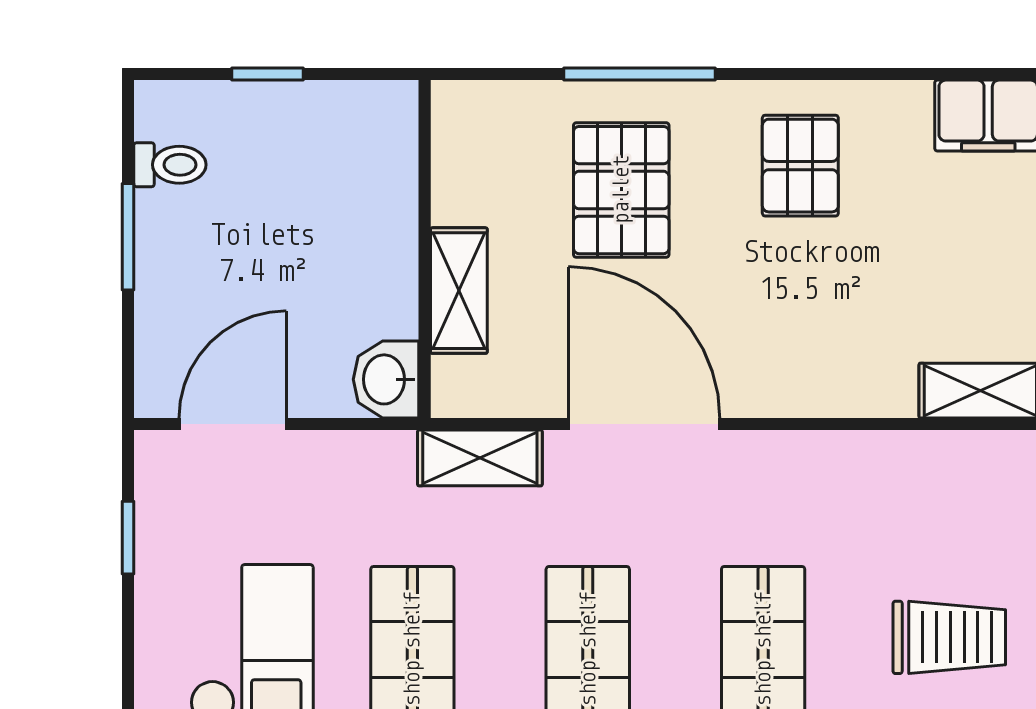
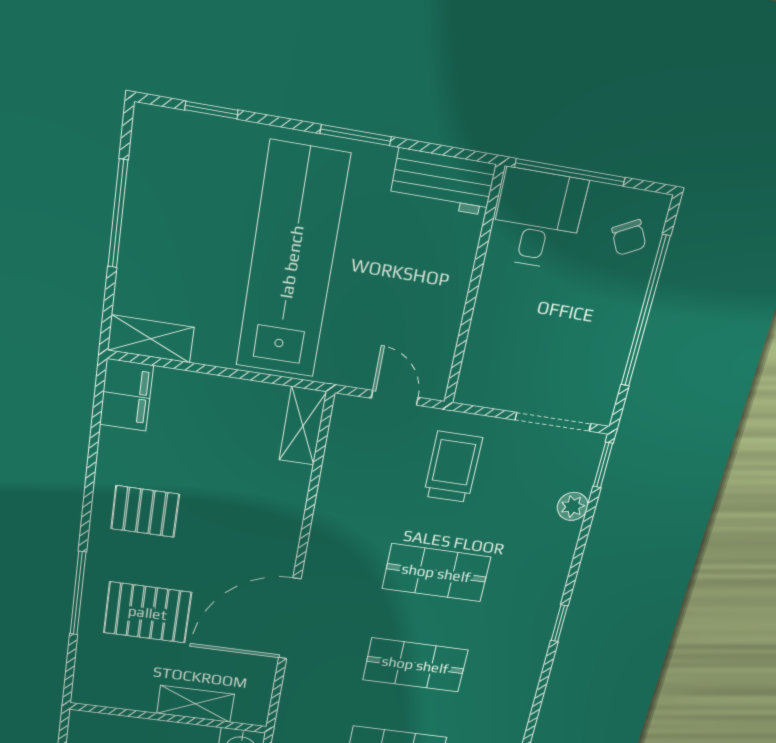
shelving: (480, 458) -> (294, 705), removed

